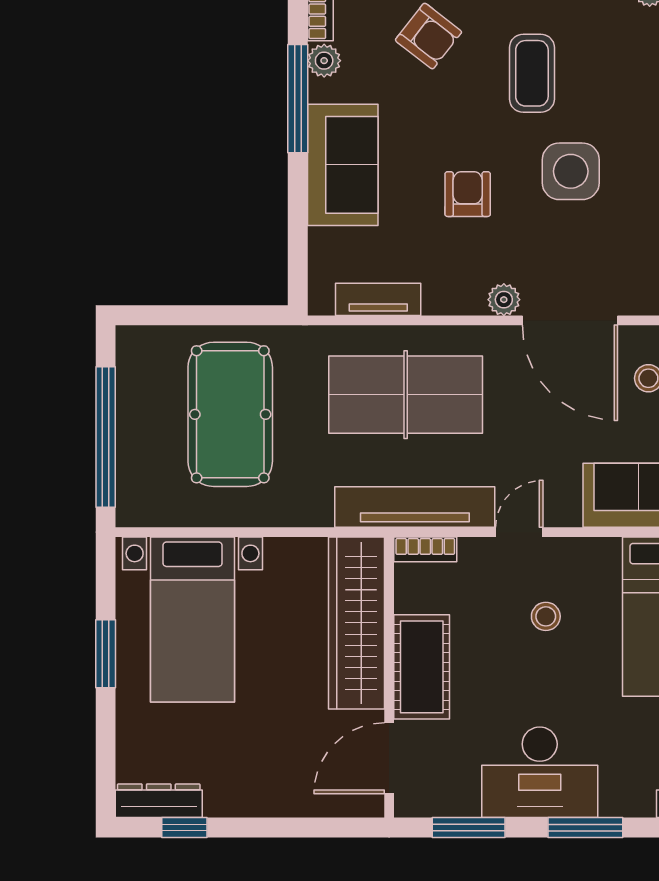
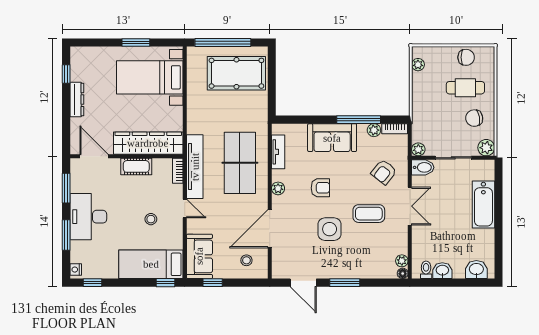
plant: (504, 300) -> (278, 188), moved
pool table: (230, 414) -> (236, 73), moved
cot: (422, 667) -> (136, 166), width x0.73, depth x0.75
dresser: (159, 801) -> (77, 100), moved

